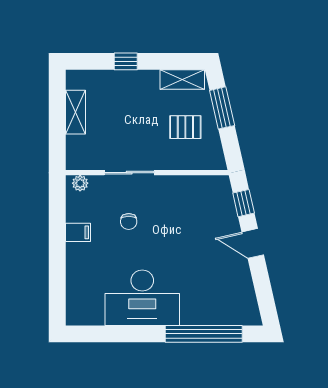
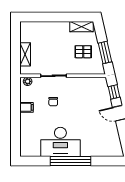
window: (126, 61) -> (52, 17), removed
window: (222, 108) -> (105, 52), moved
shelving: (75, 112) -> (25, 54), moved
window: (204, 334) -> (71, 161), moved

